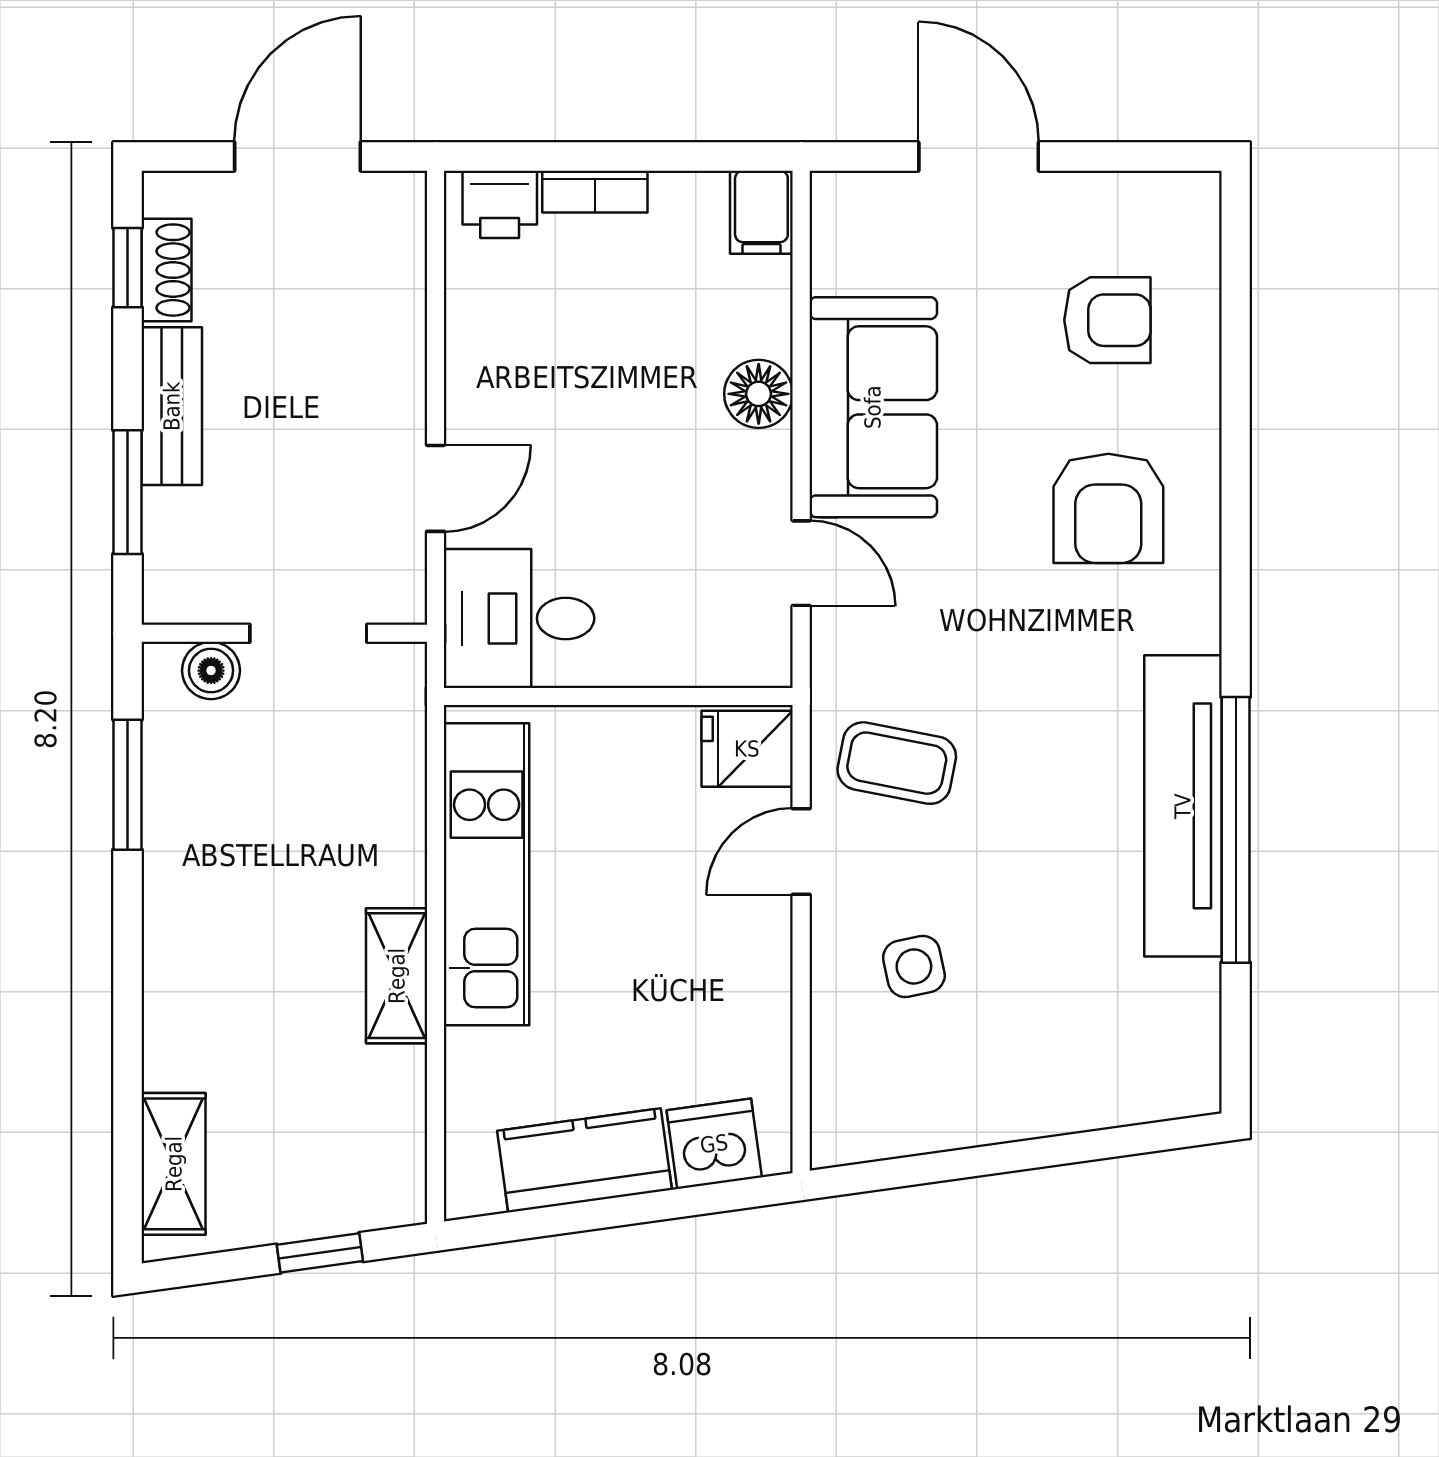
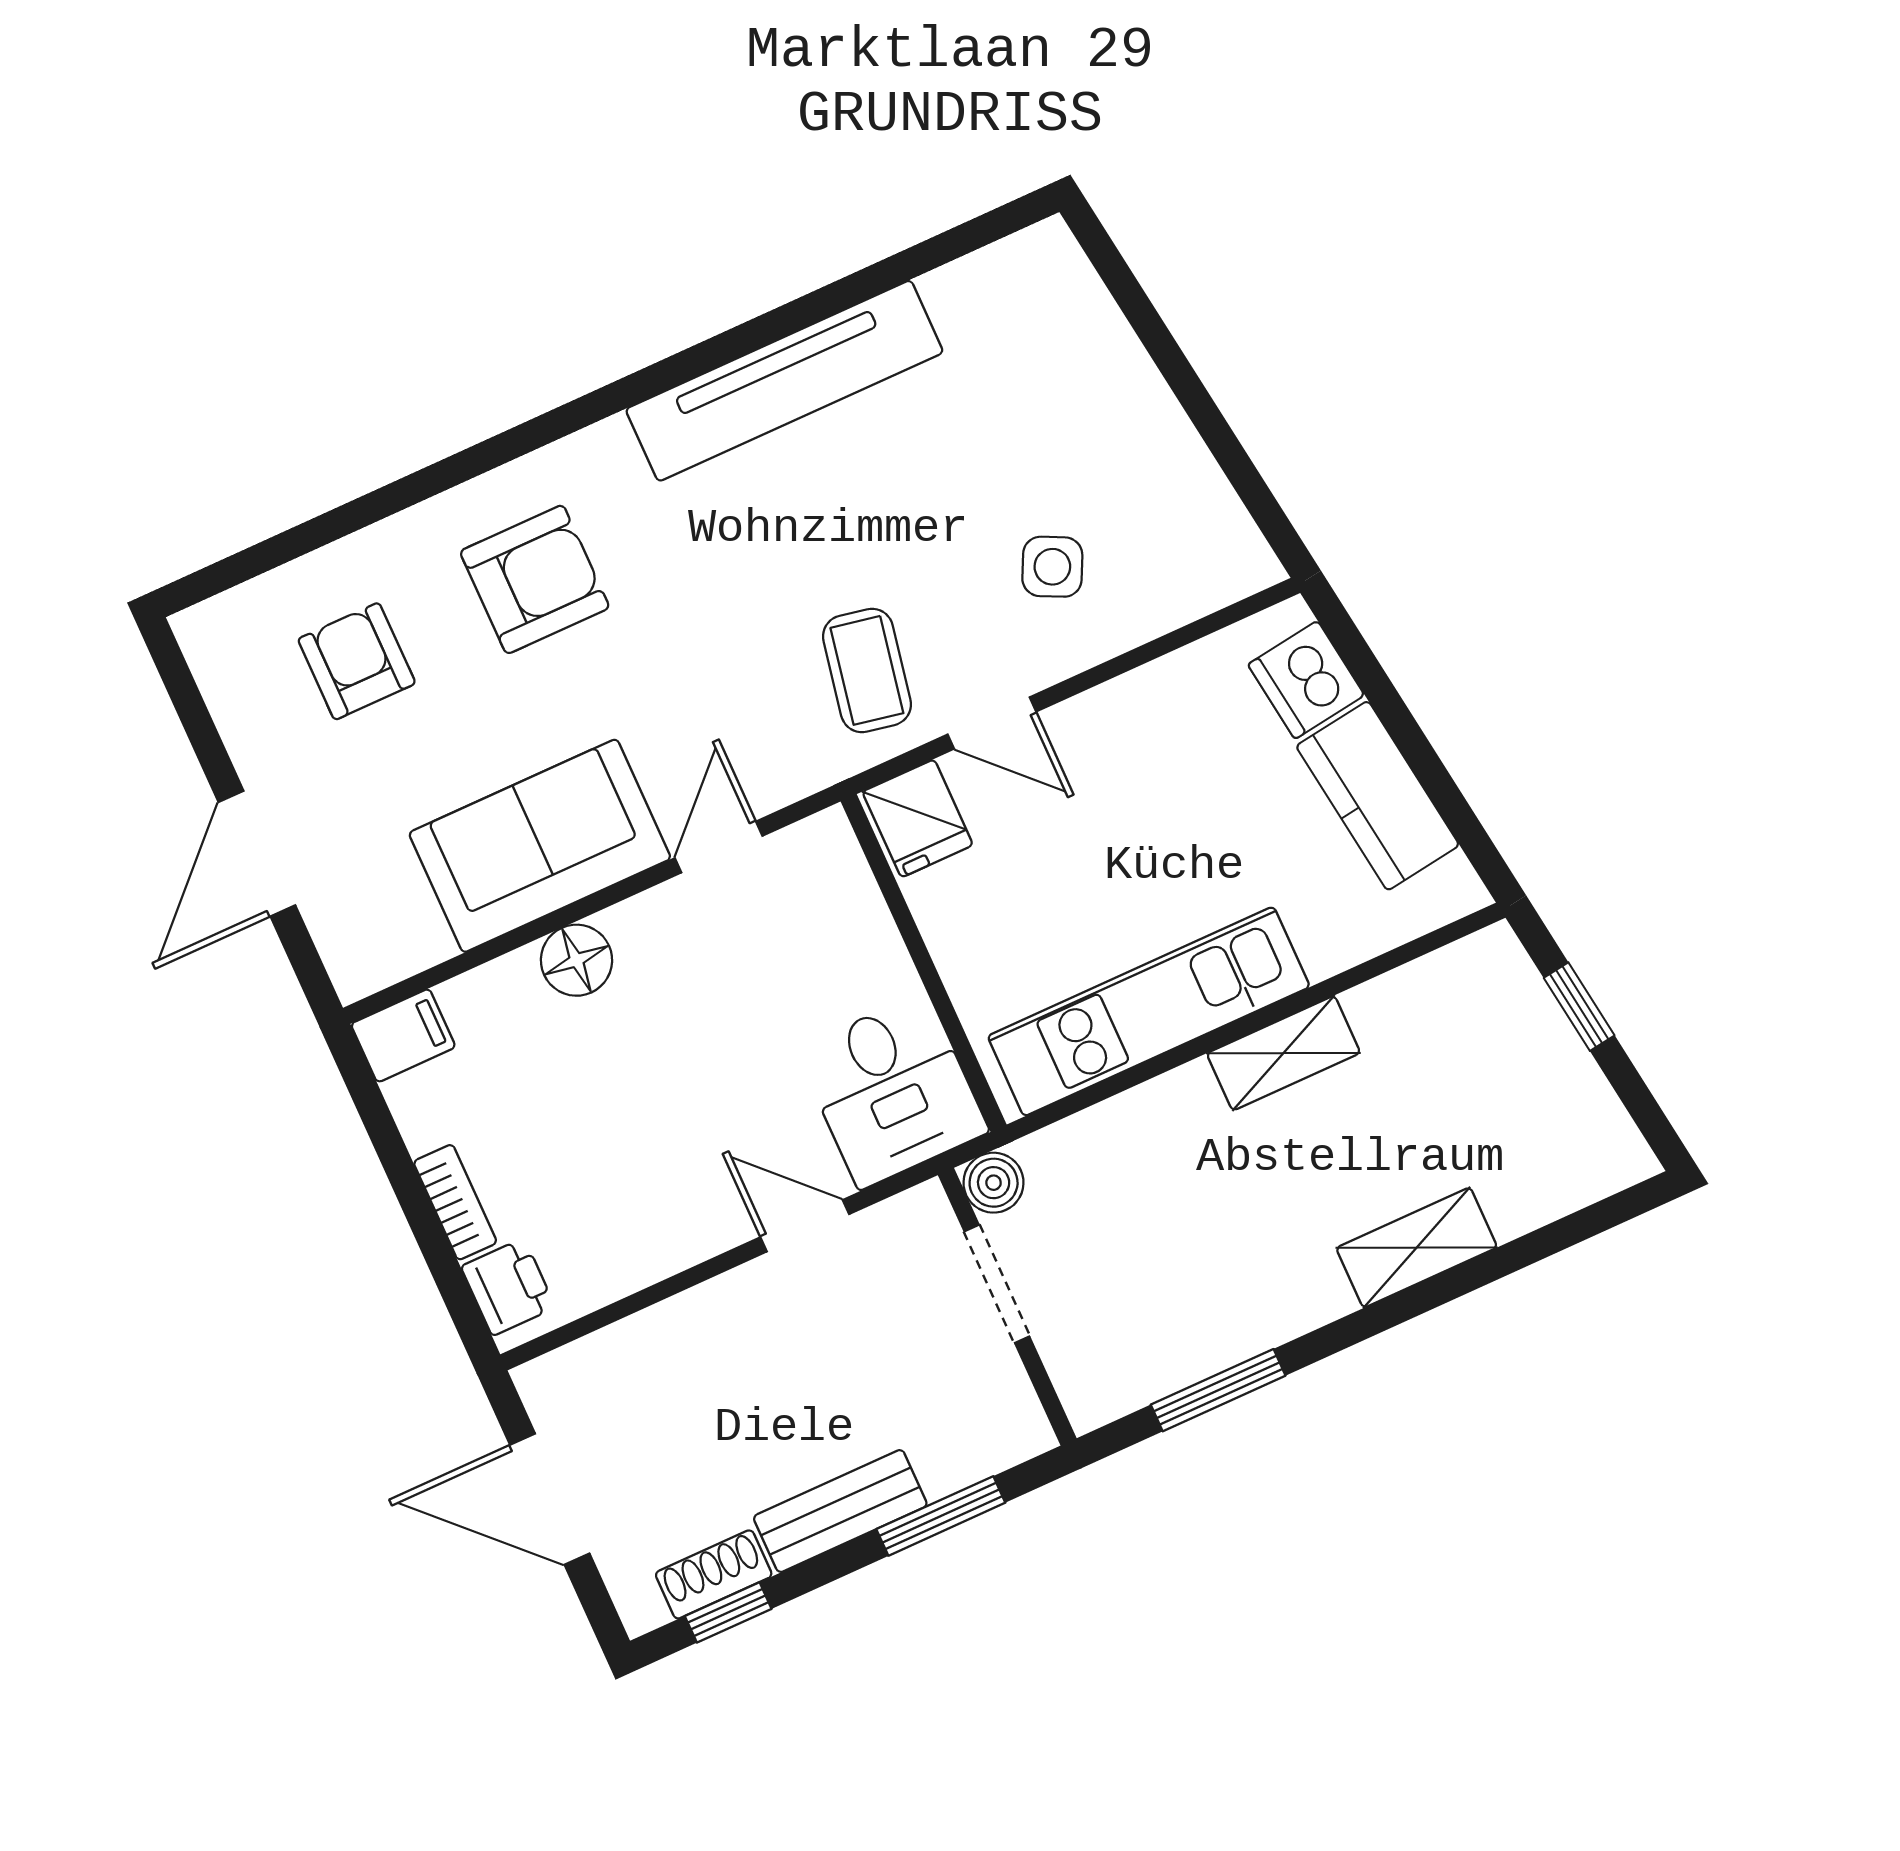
boiler: (211, 671) -> (994, 1183), moved
window: (1236, 830) -> (784, 321), removed
side table: (914, 966) -> (1052, 567), turned 38
shelving: (174, 1164) -> (1417, 1248), moved

